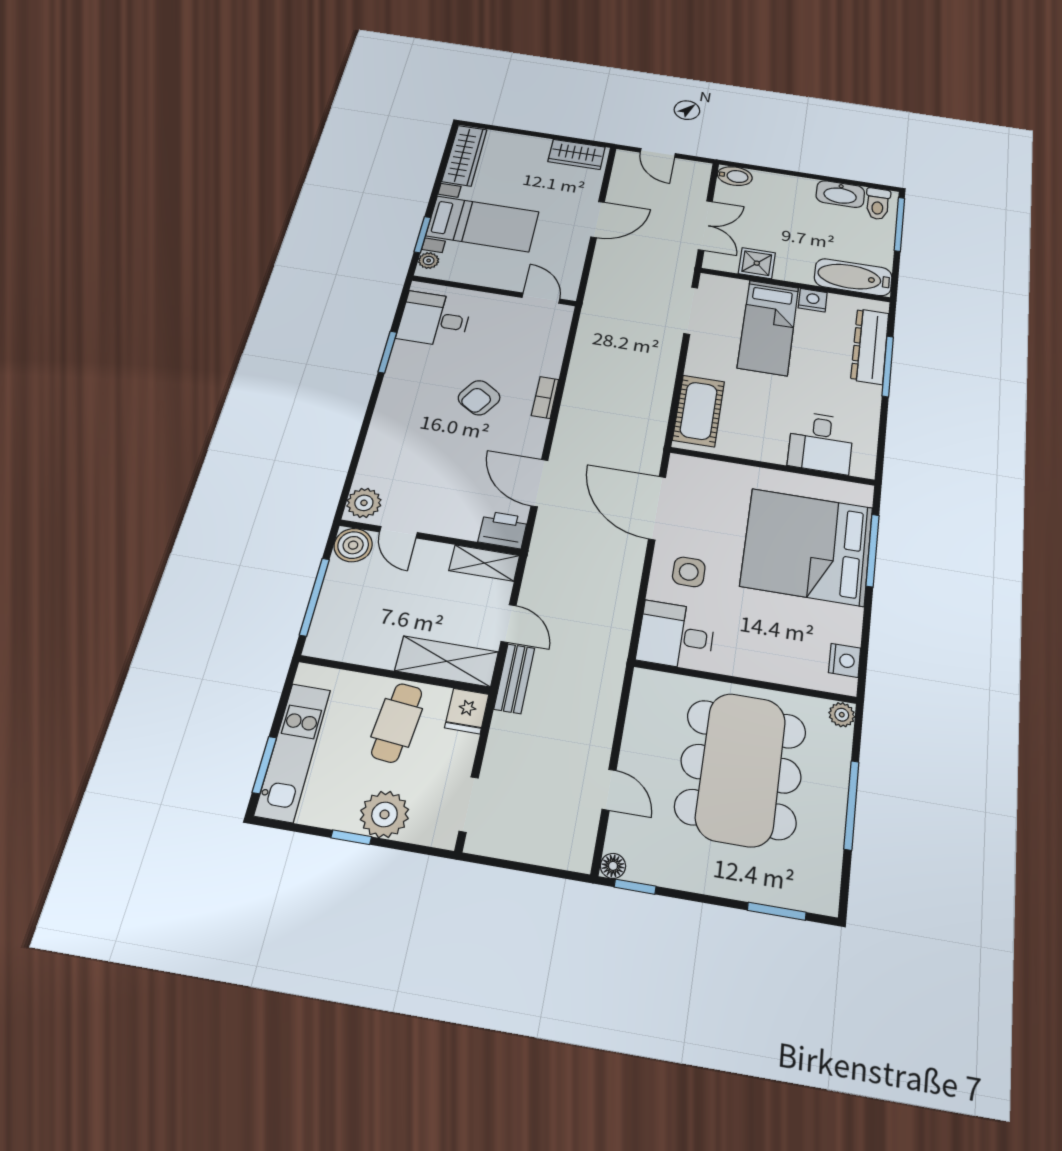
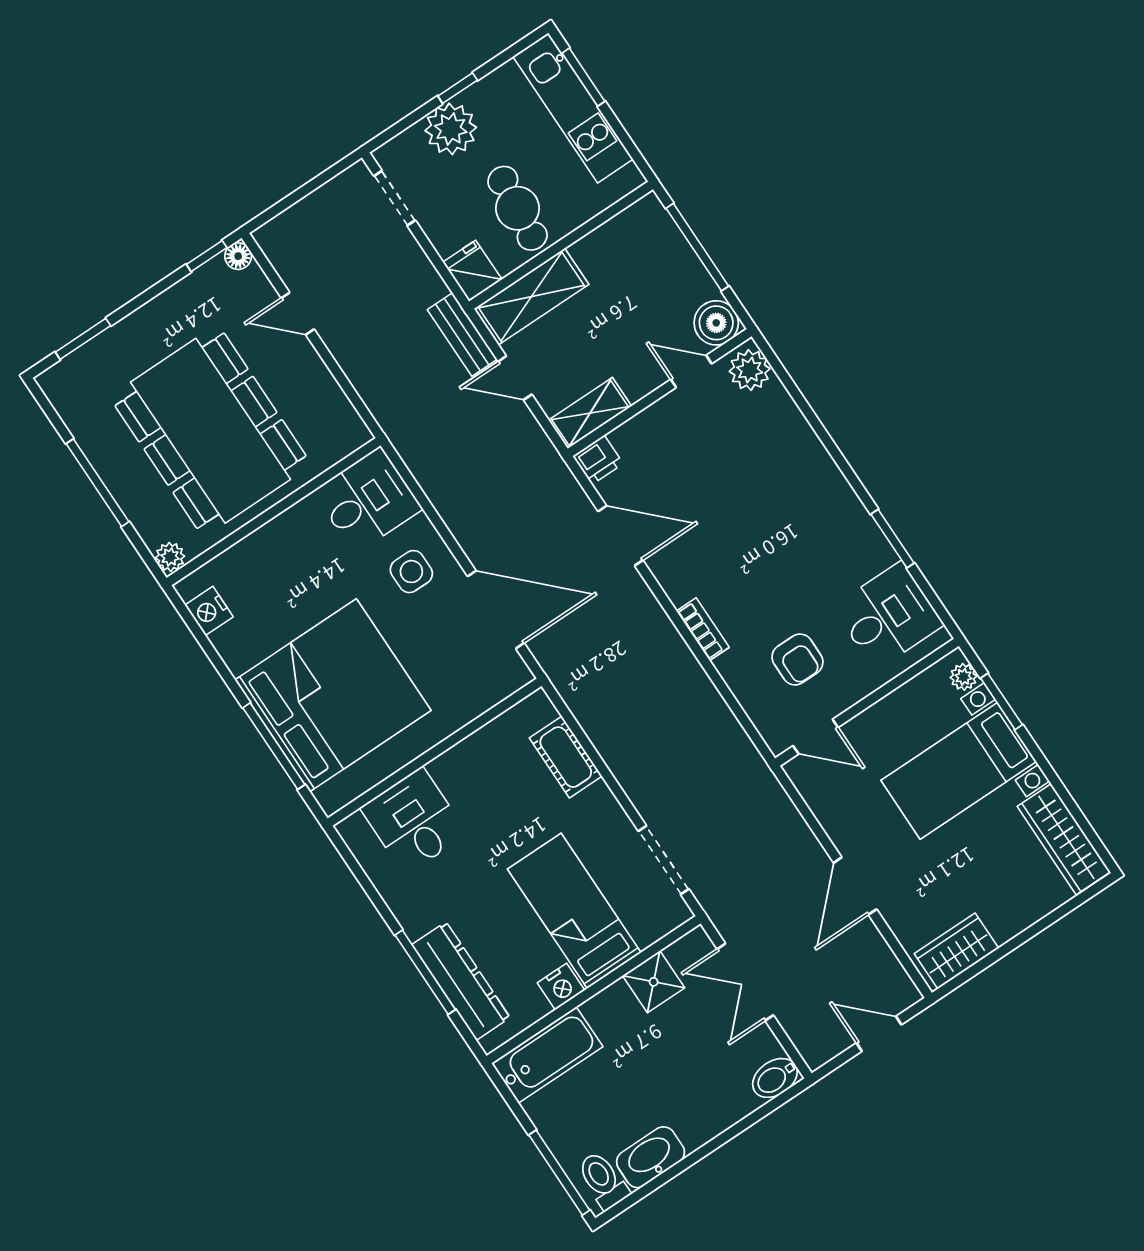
armchair: (479, 398) -> (797, 659), moved, turned 147
cot: (699, 411) -> (566, 757), width x0.73, depth x0.75
printer: (503, 530) -> (598, 460), width x0.73, depth x0.81

